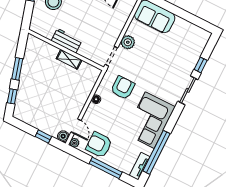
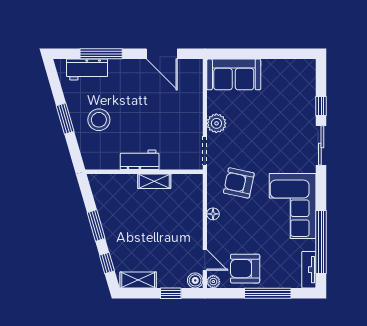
armchair: (123, 88) -> (239, 183), turned -78
shelving: (27, 117) -> (138, 280), added

